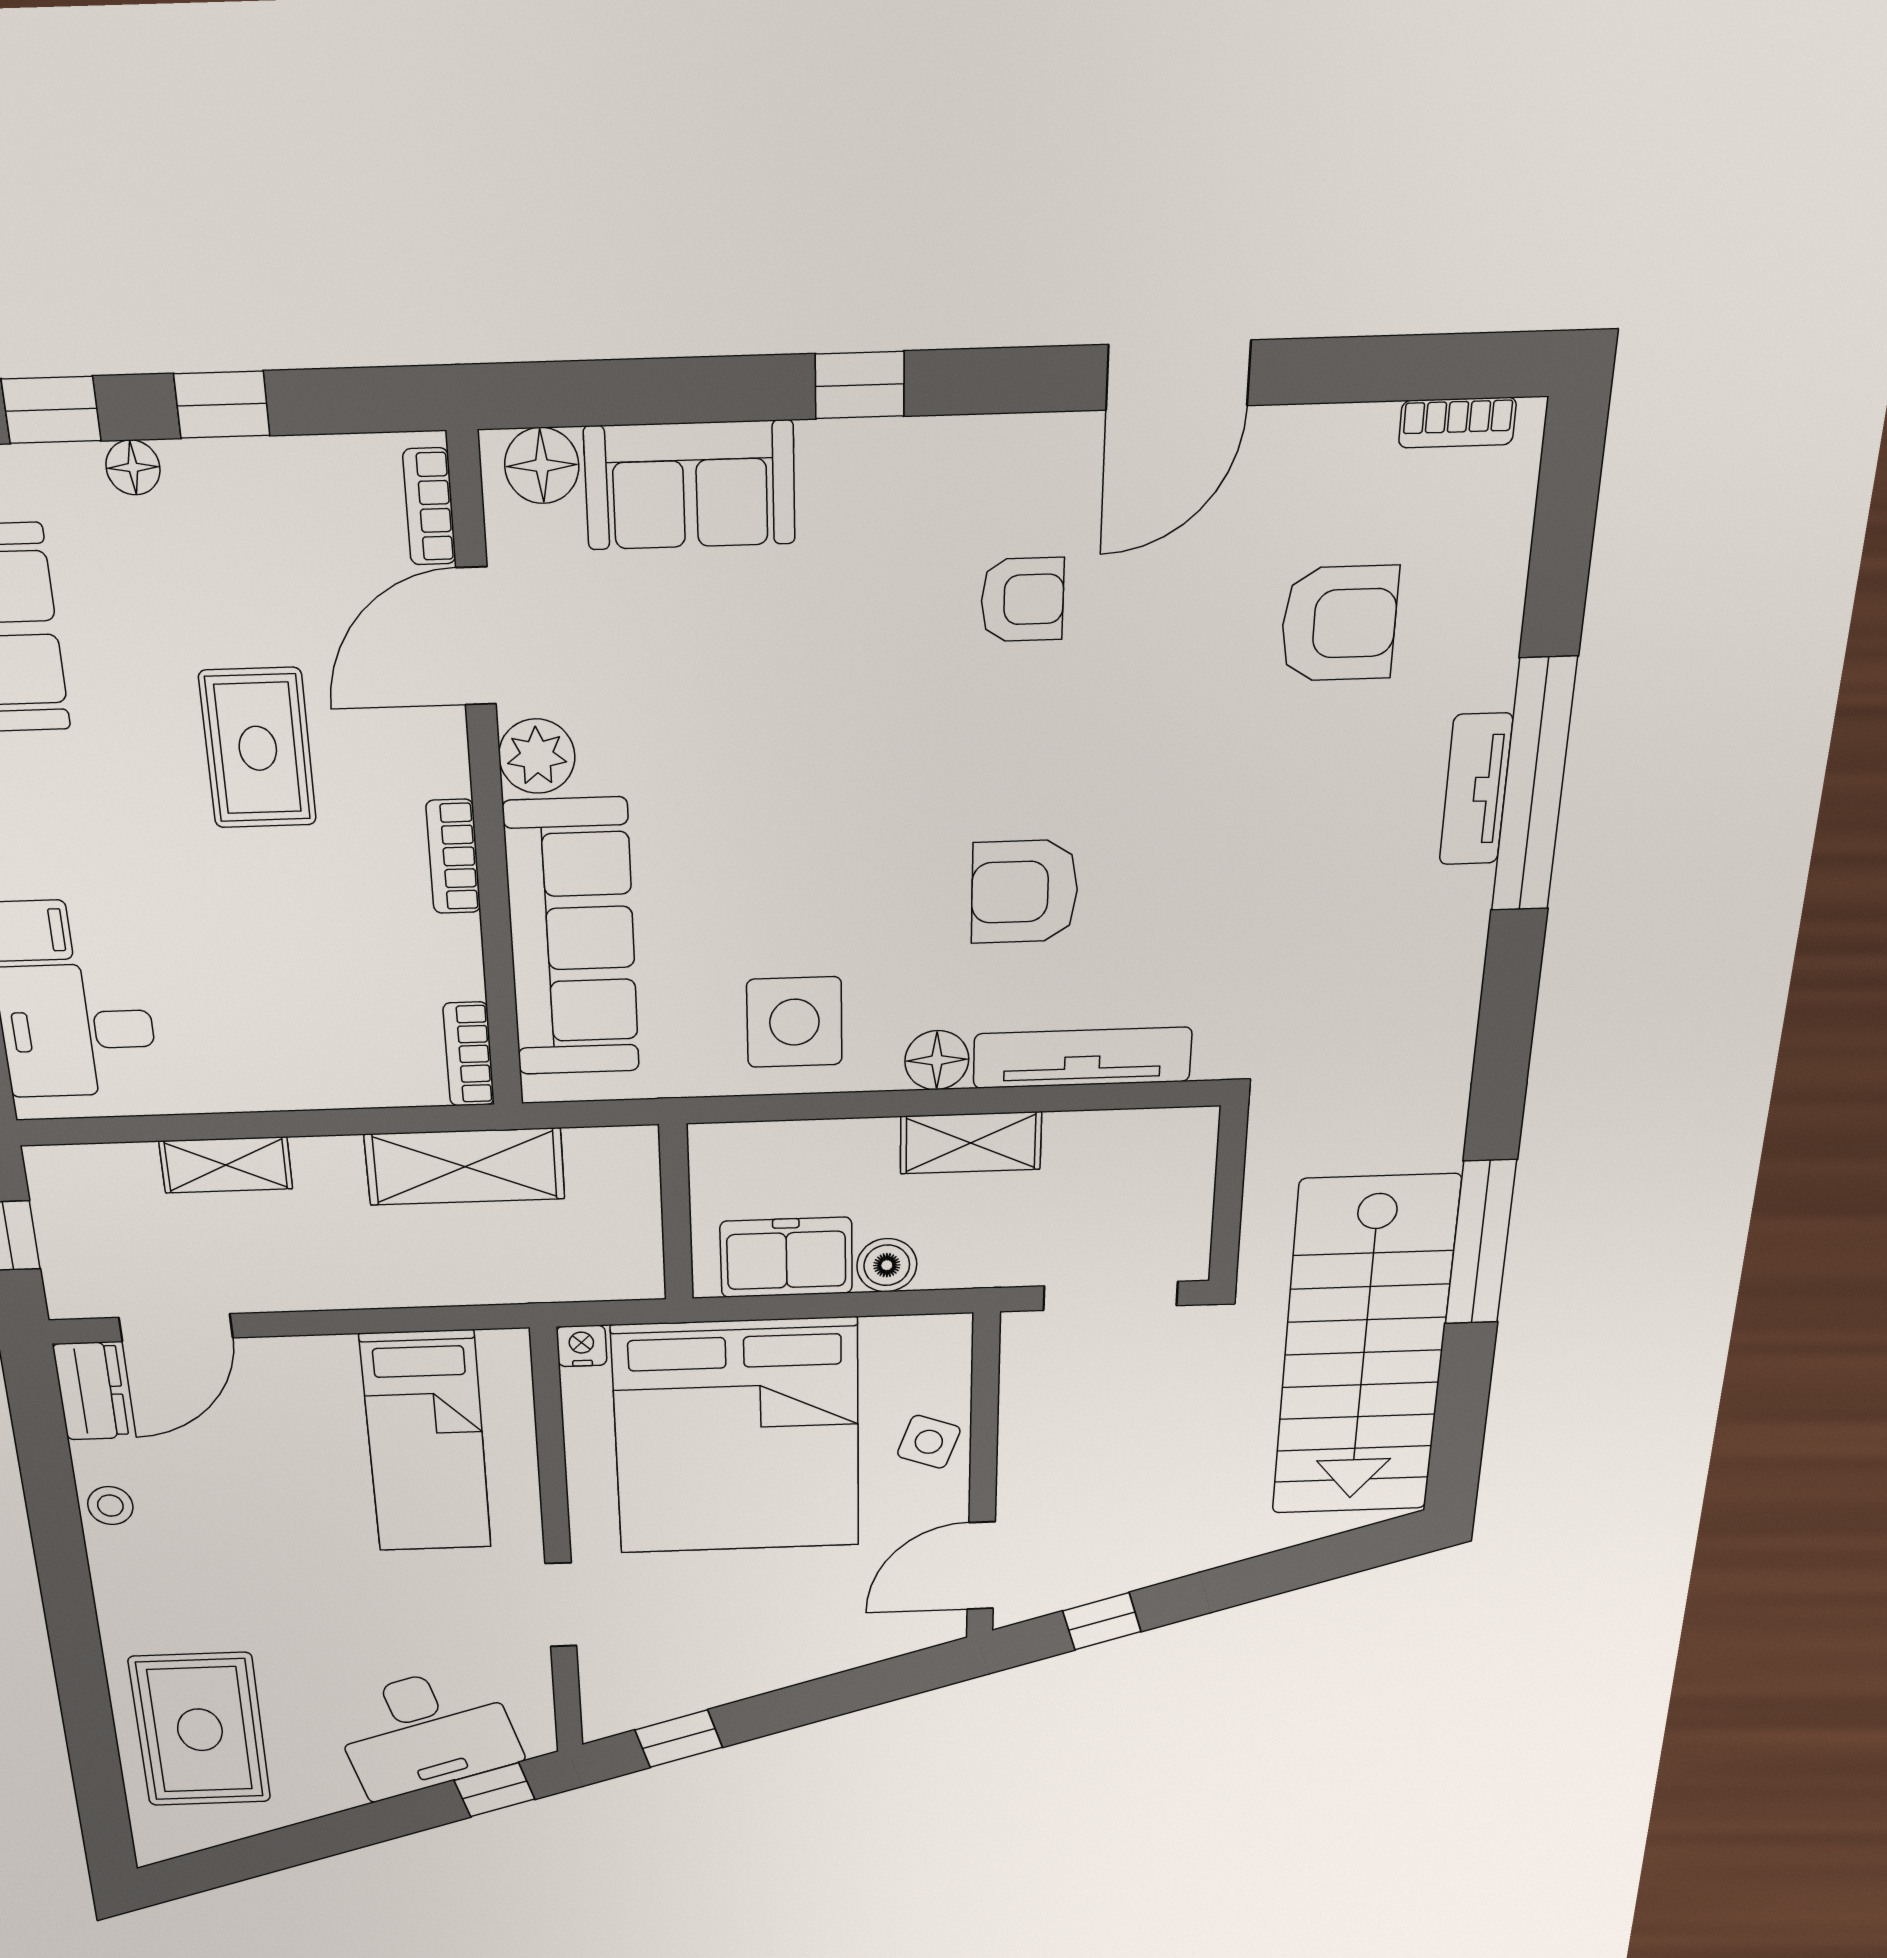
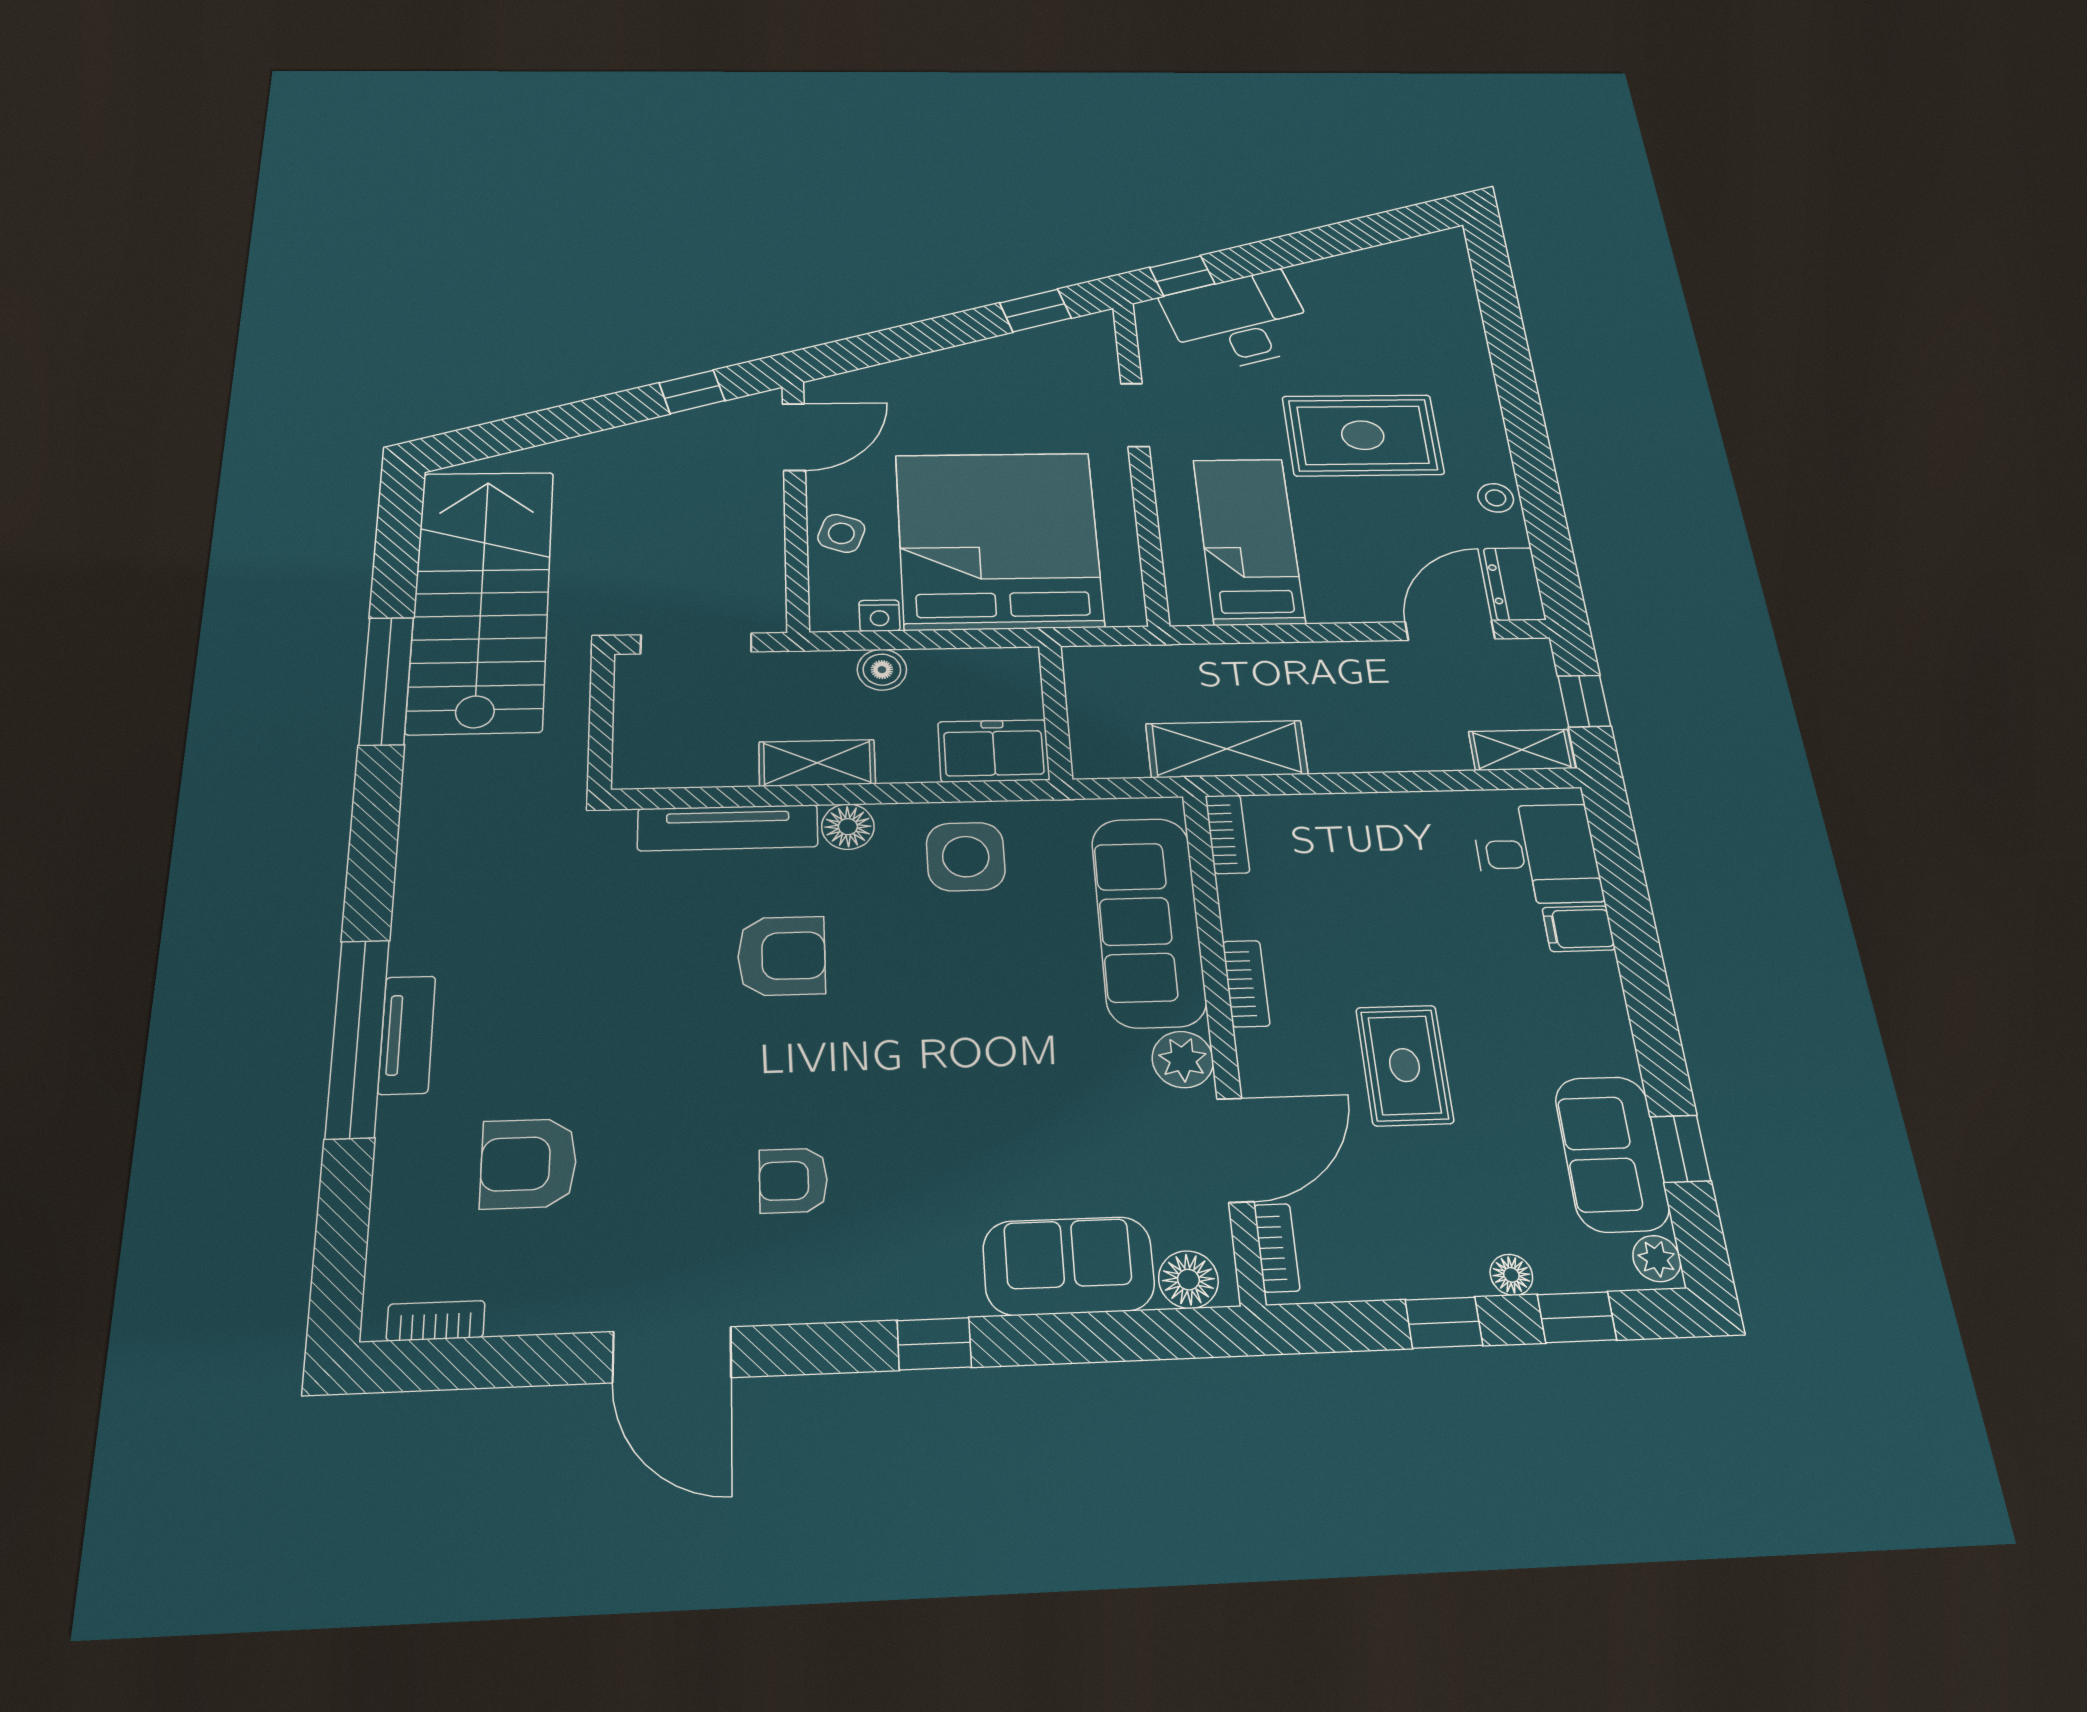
door: (1178, 375) -> (672, 1355), swing flipped
shelving: (226, 1165) -> (1522, 750), moved
freezer: (786, 1257) -> (994, 751), moved, turned 180
nightstand: (582, 1346) -> (879, 616), moved
rug: (200, 1730) -> (1363, 435), moved, turned 90

